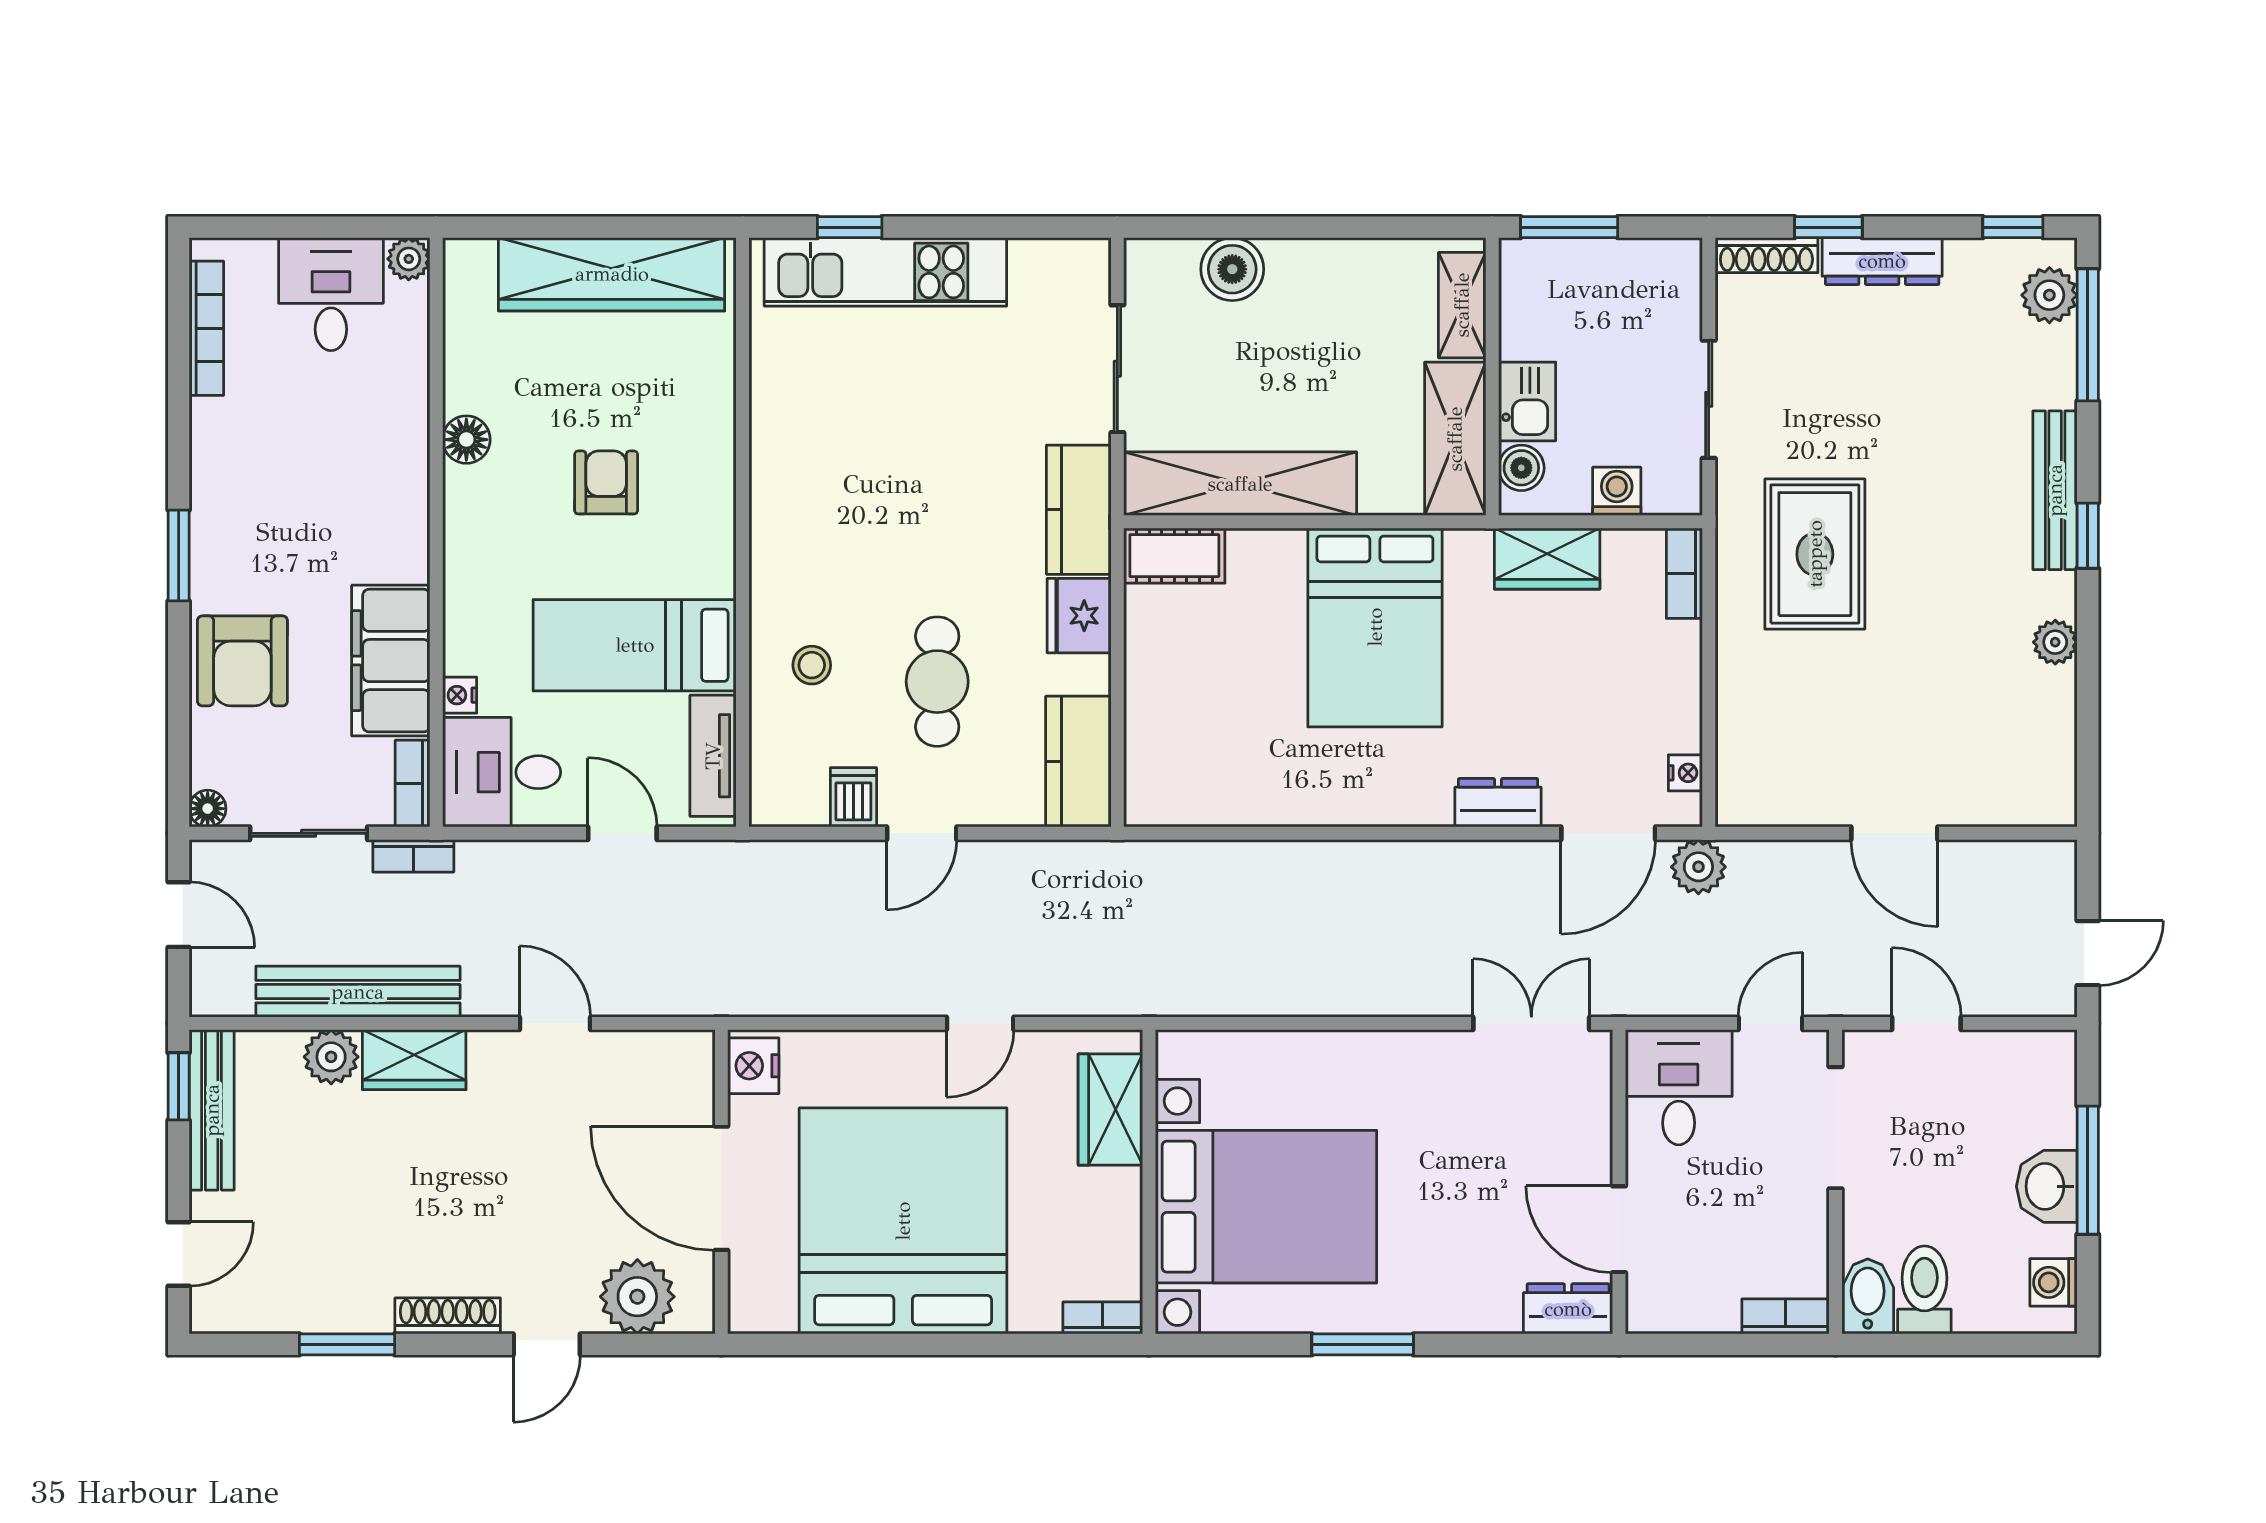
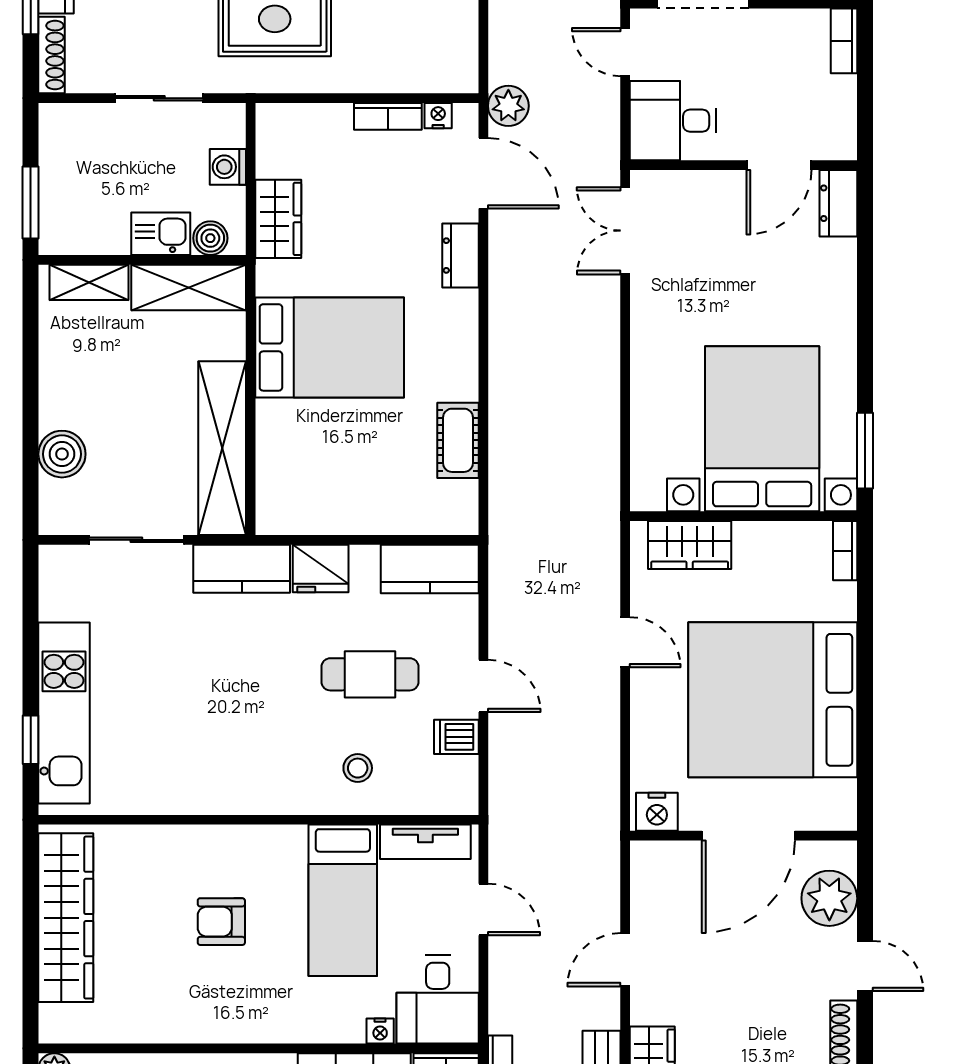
floor lamp: (466, 440) -> (189, 1026), removed
cot: (1174, 556) -> (458, 440), moved
bookcase: (1684, 573) -> (388, 116), moved
door: (622, 833) -> (483, 909), swing flipped
window: (1363, 1344) -> (865, 451), moved

